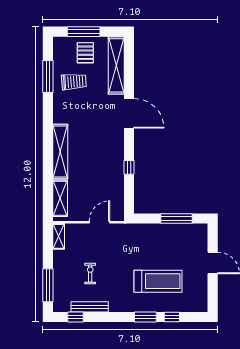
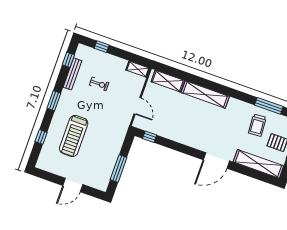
window: (129, 167) -> (150, 137), moved
window: (48, 285) -> (102, 47), width x0.46
window: (145, 317) -> (54, 101), moved

